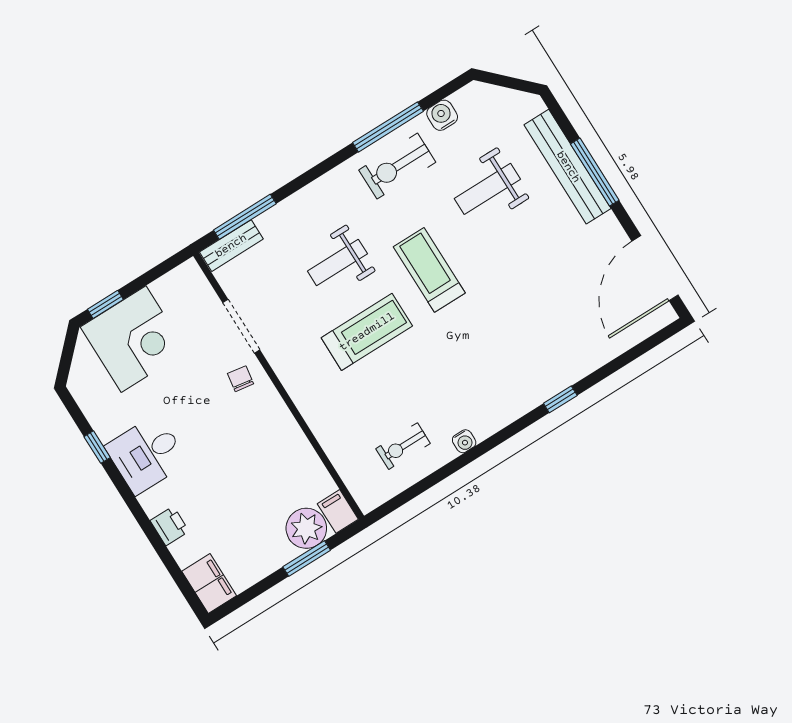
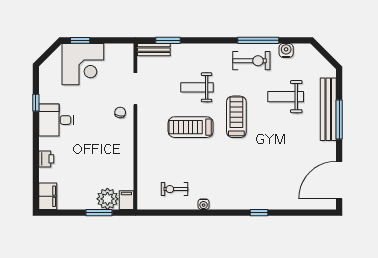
exercise bike: (397, 166) -> (251, 61), turned 180
window: (245, 217) -> (168, 40), width x0.69
treadmill: (367, 332) -> (191, 127), turned 180

